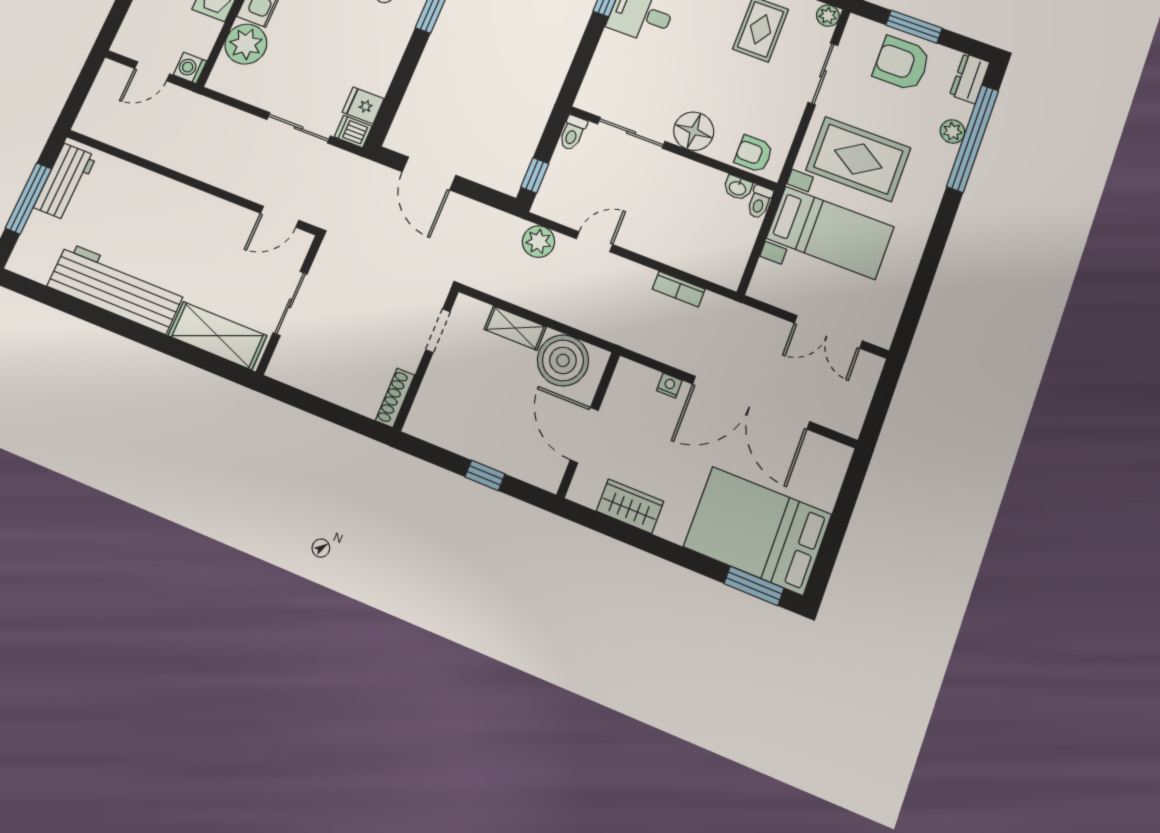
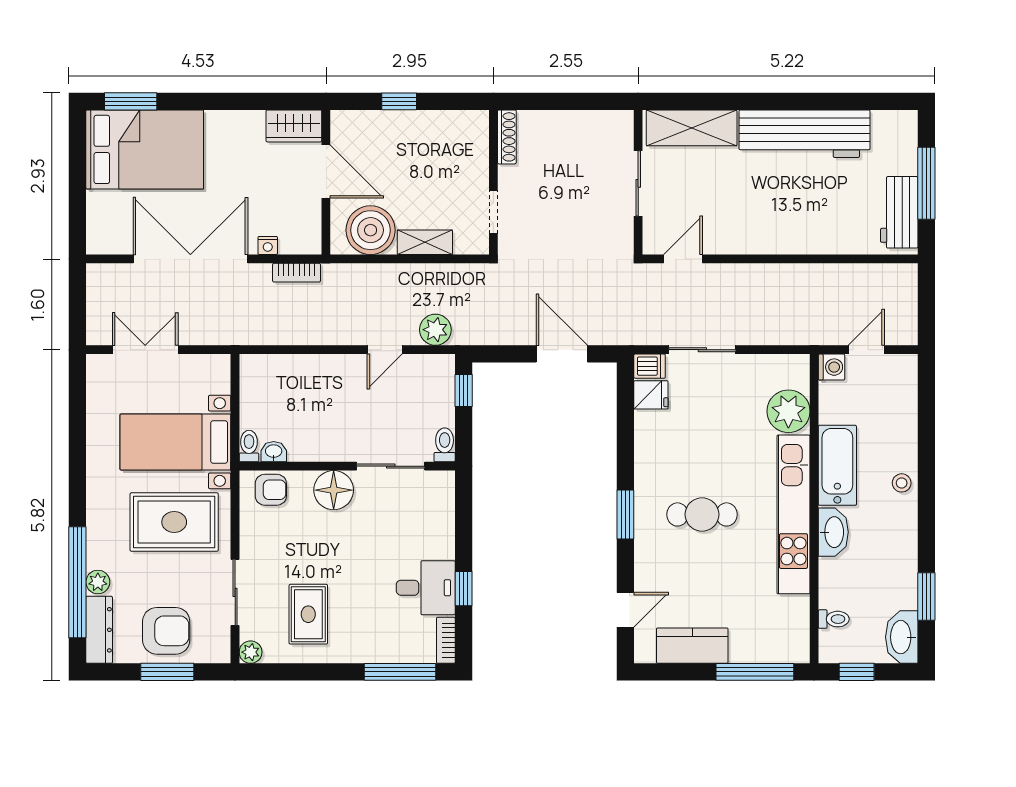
dresser: (970, 79) -> (99, 630), width x1.44
bookcase: (679, 289) -> (297, 273), moved, turned 180
wardrobe: (630, 506) -> (294, 126), moved

